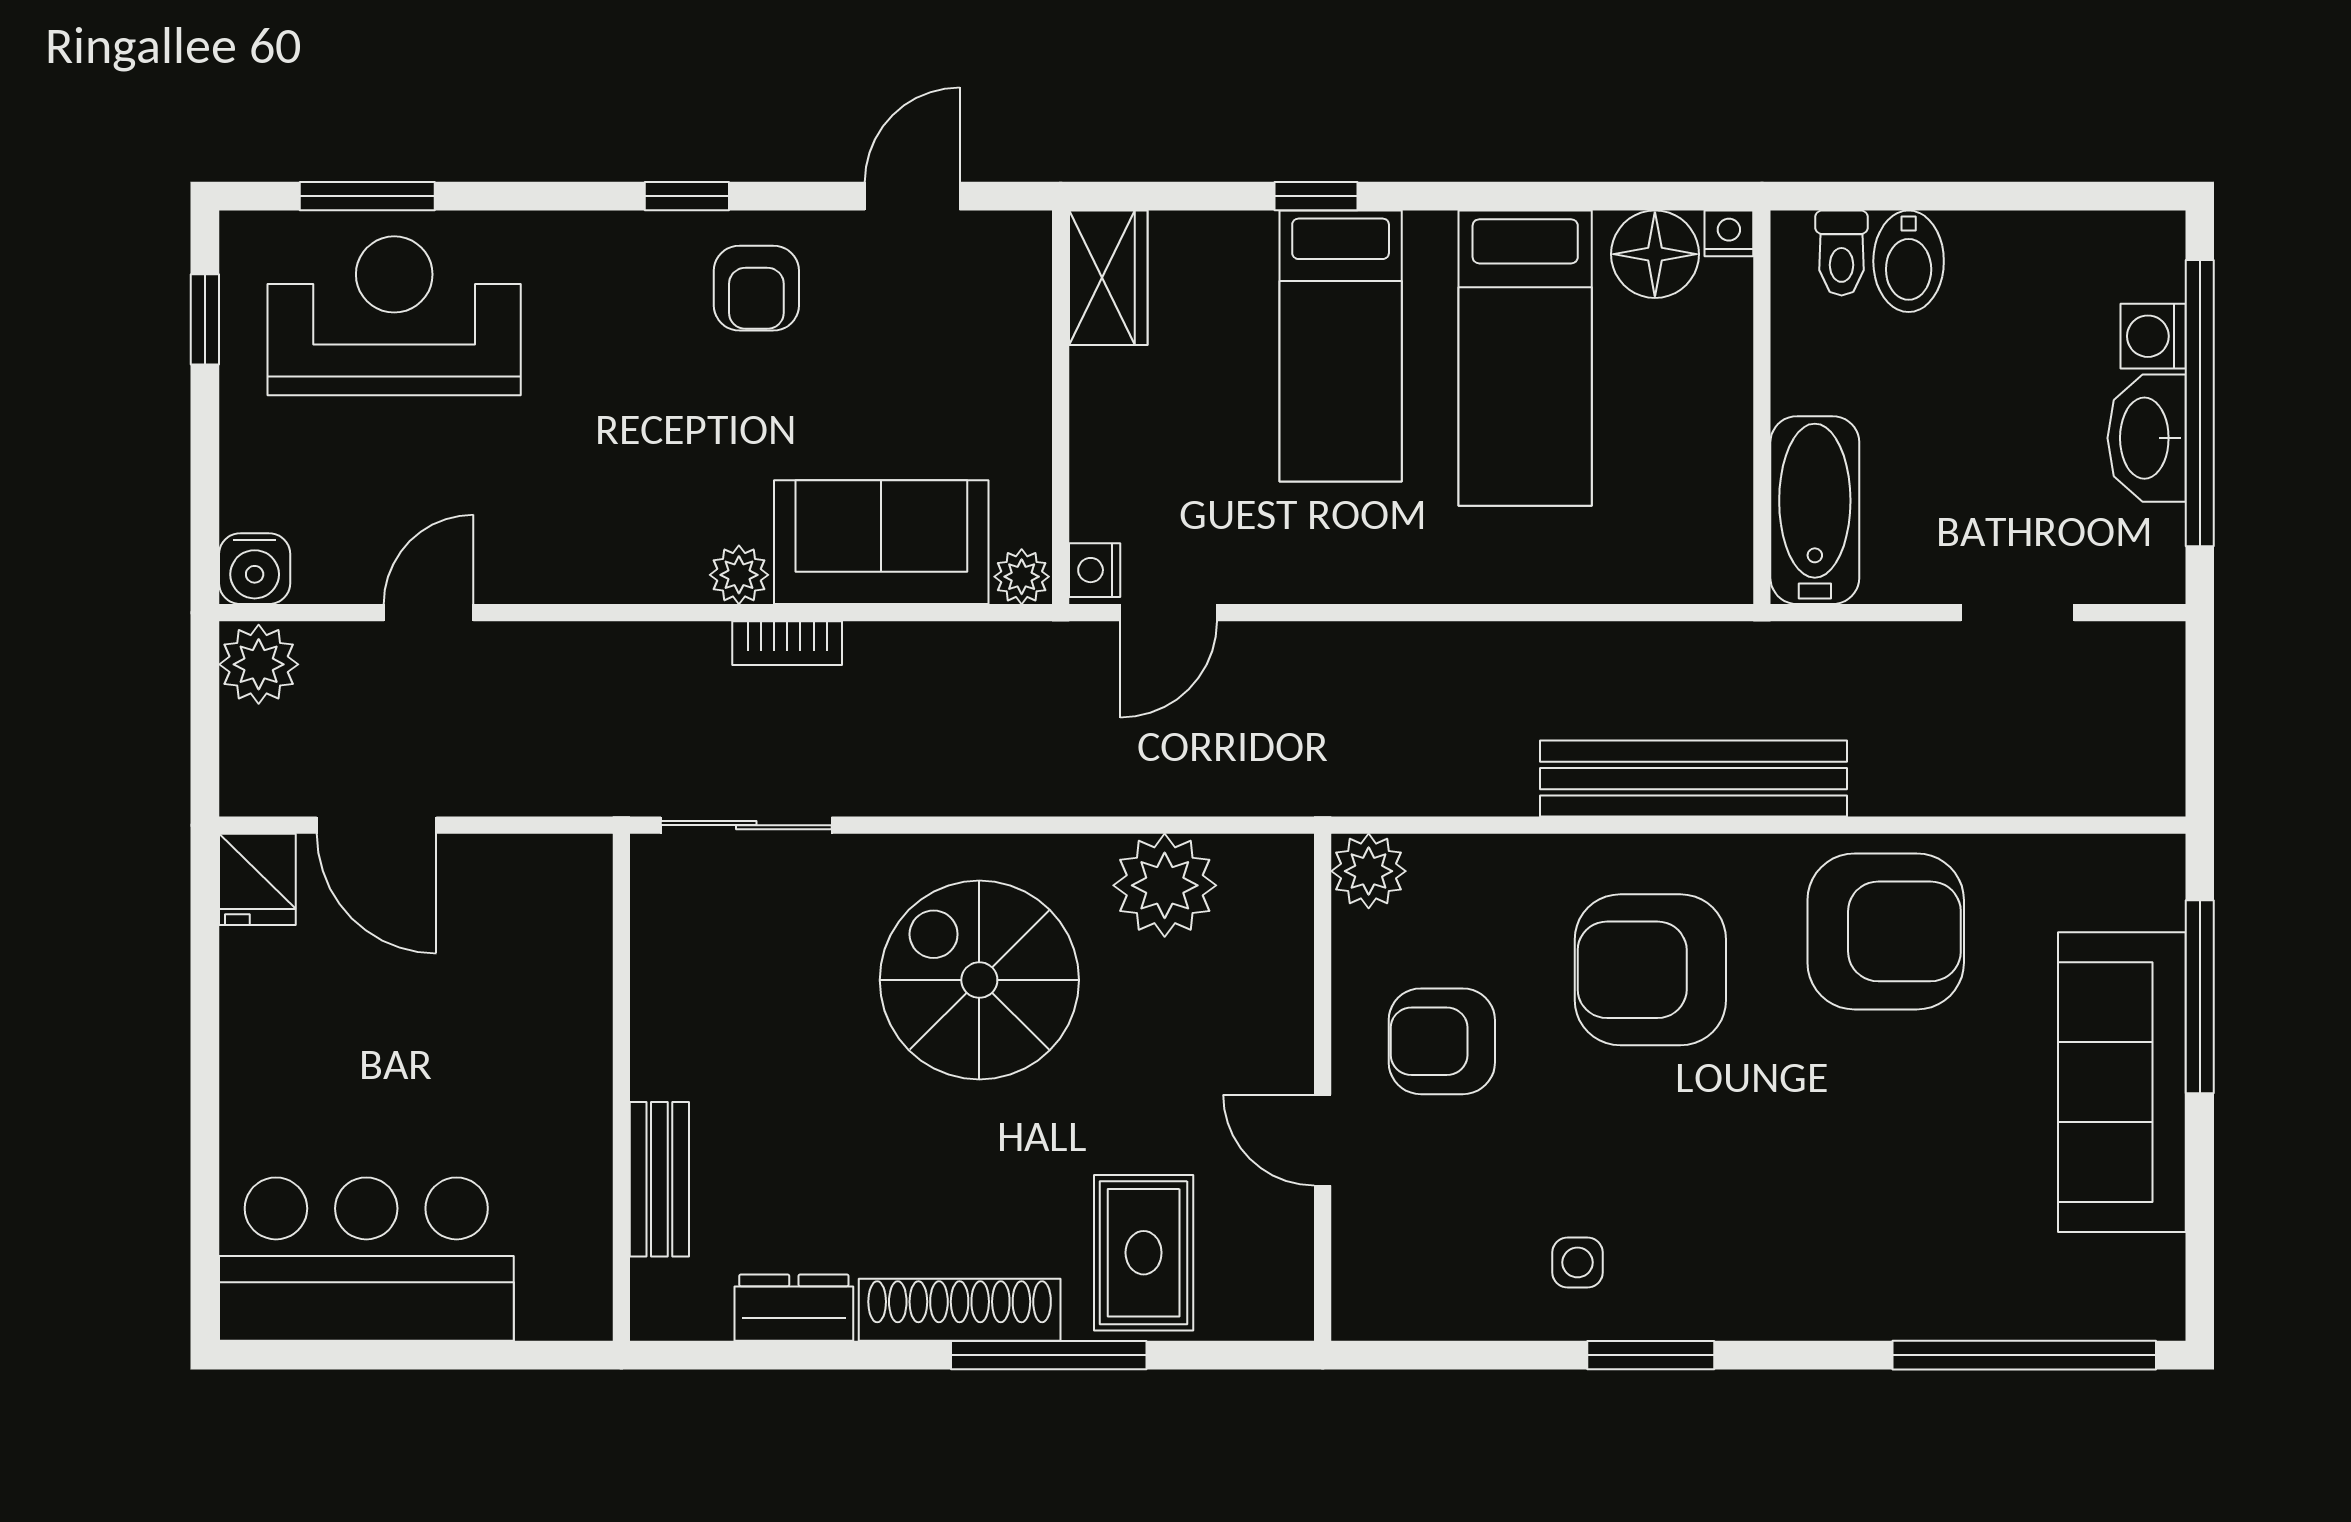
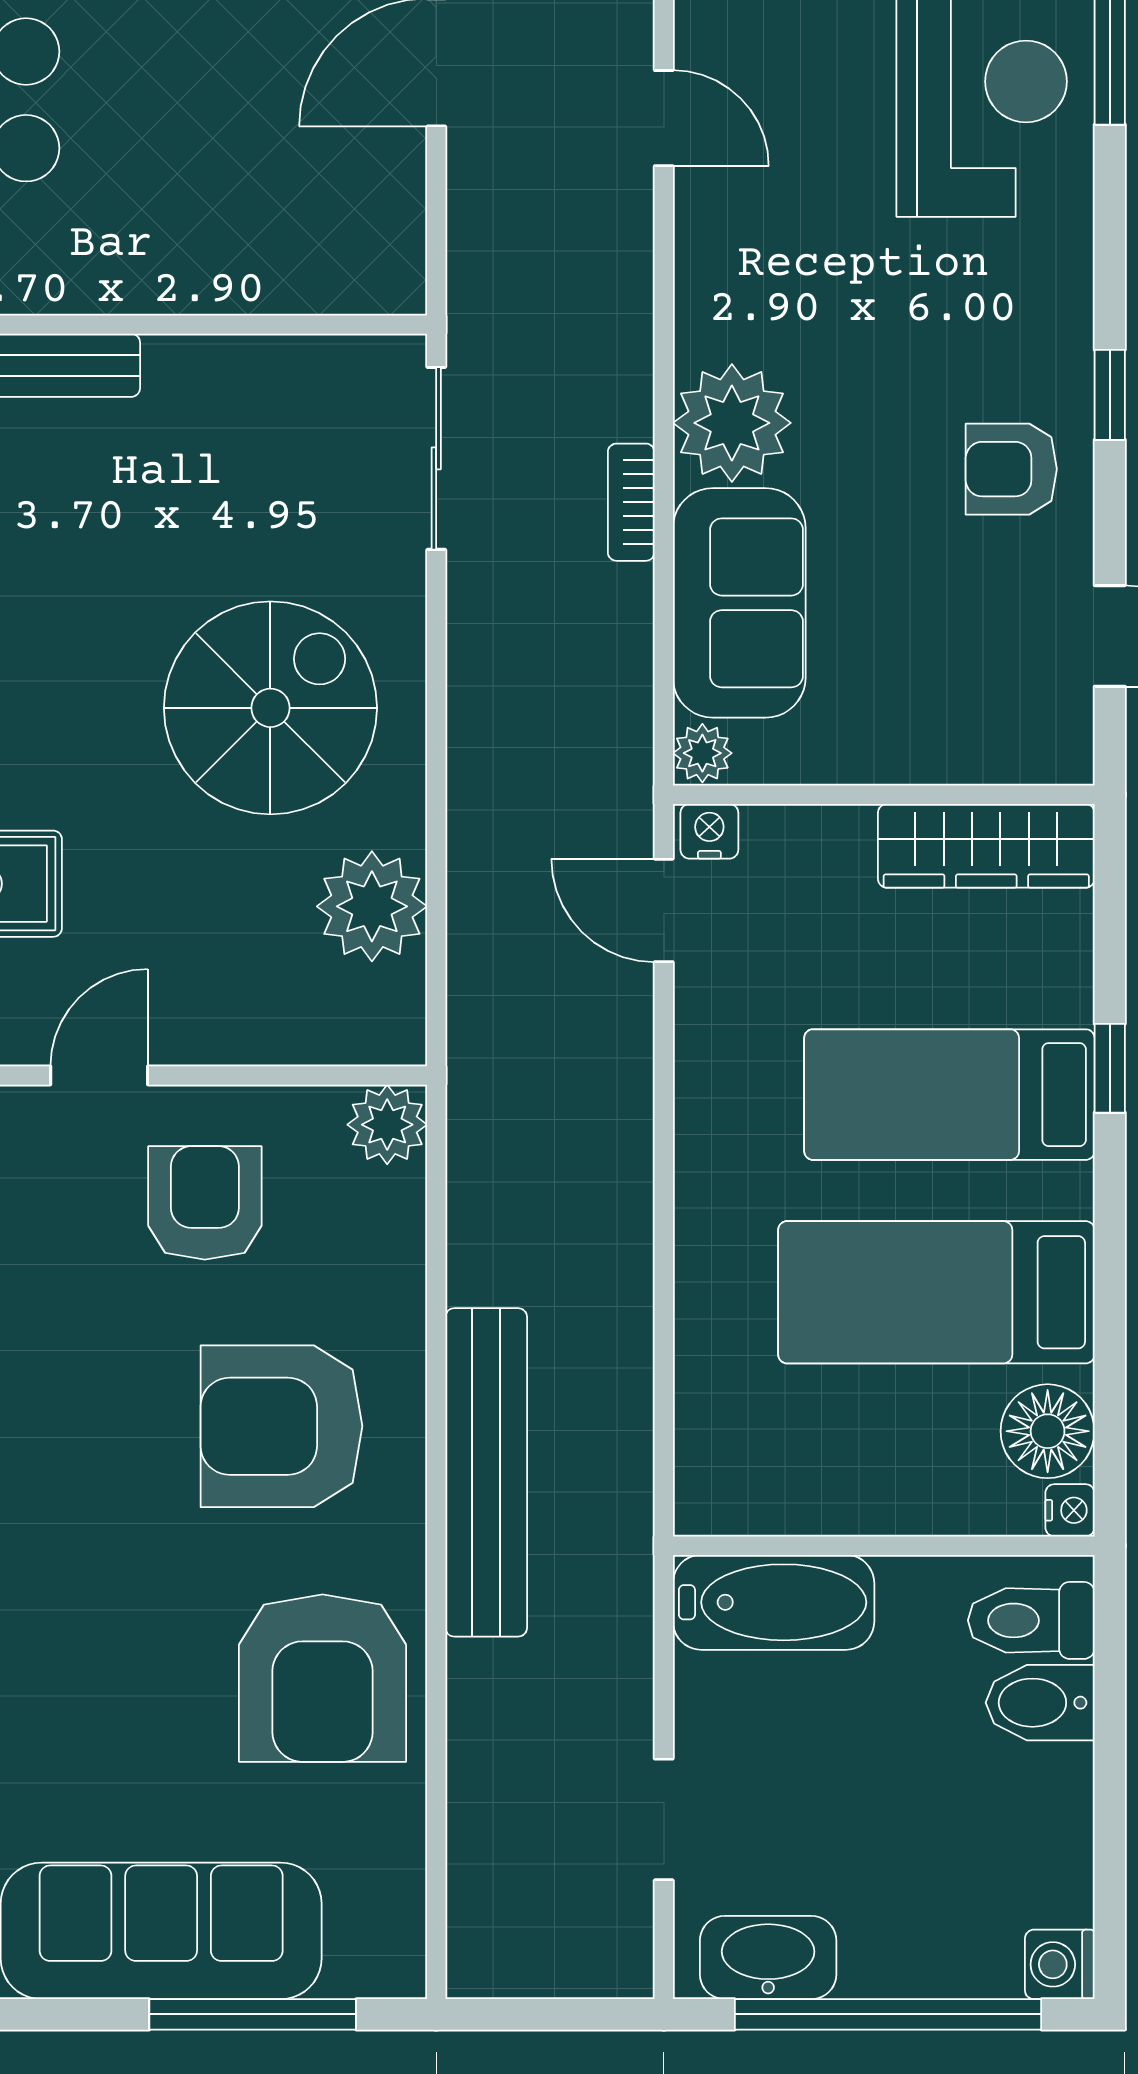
toilet: (1842, 253) -> (1031, 1620), width x1.37, depth x1.39
wardrobe: (1108, 278) -> (986, 846), width x1.50
washing machine: (2153, 336) -> (1060, 1964), moved, turned -90
washbasin: (2147, 438) -> (768, 1958), moved
plant: (739, 575) -> (732, 423), width x1.88, depth x1.88
armchair: (1650, 970) -> (281, 1426), turned -90

